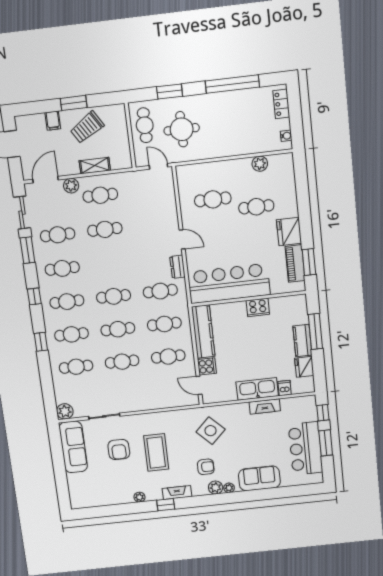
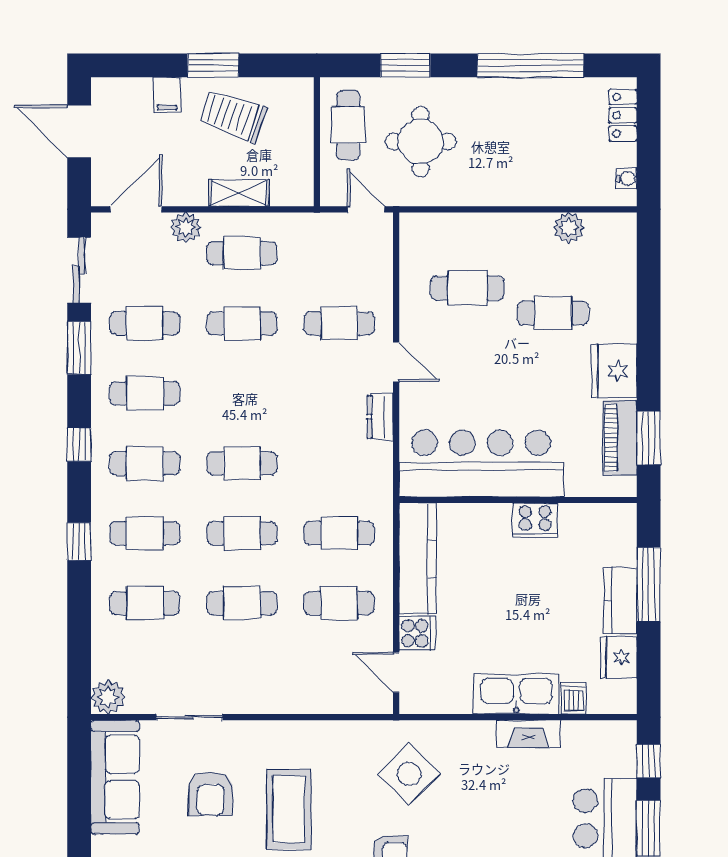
trolley: (87, 127) -> (233, 116), turned 51
cafe table: (160, 291) -> (339, 323), moved

